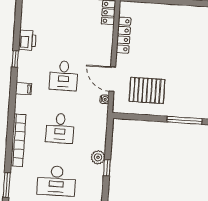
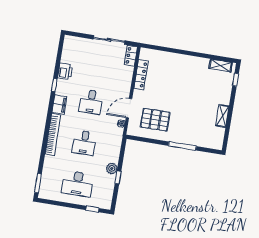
door: (112, 79) -> (129, 108), hinge flipped
filing cabinet: (24, 89) -> (59, 105), width x2.00
bookcase: (18, 140) -> (53, 135), moved

